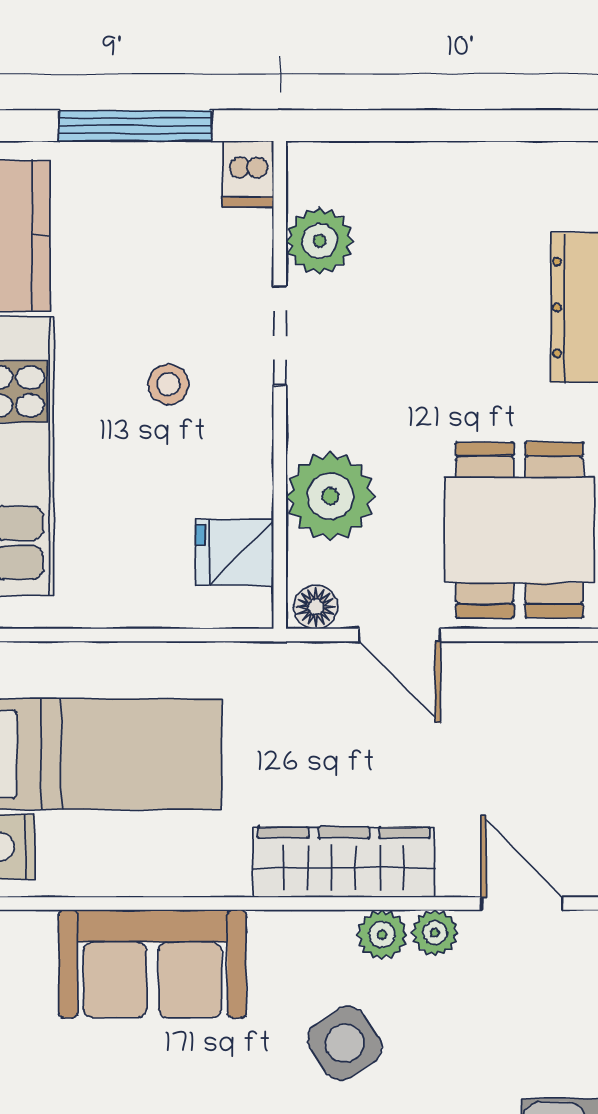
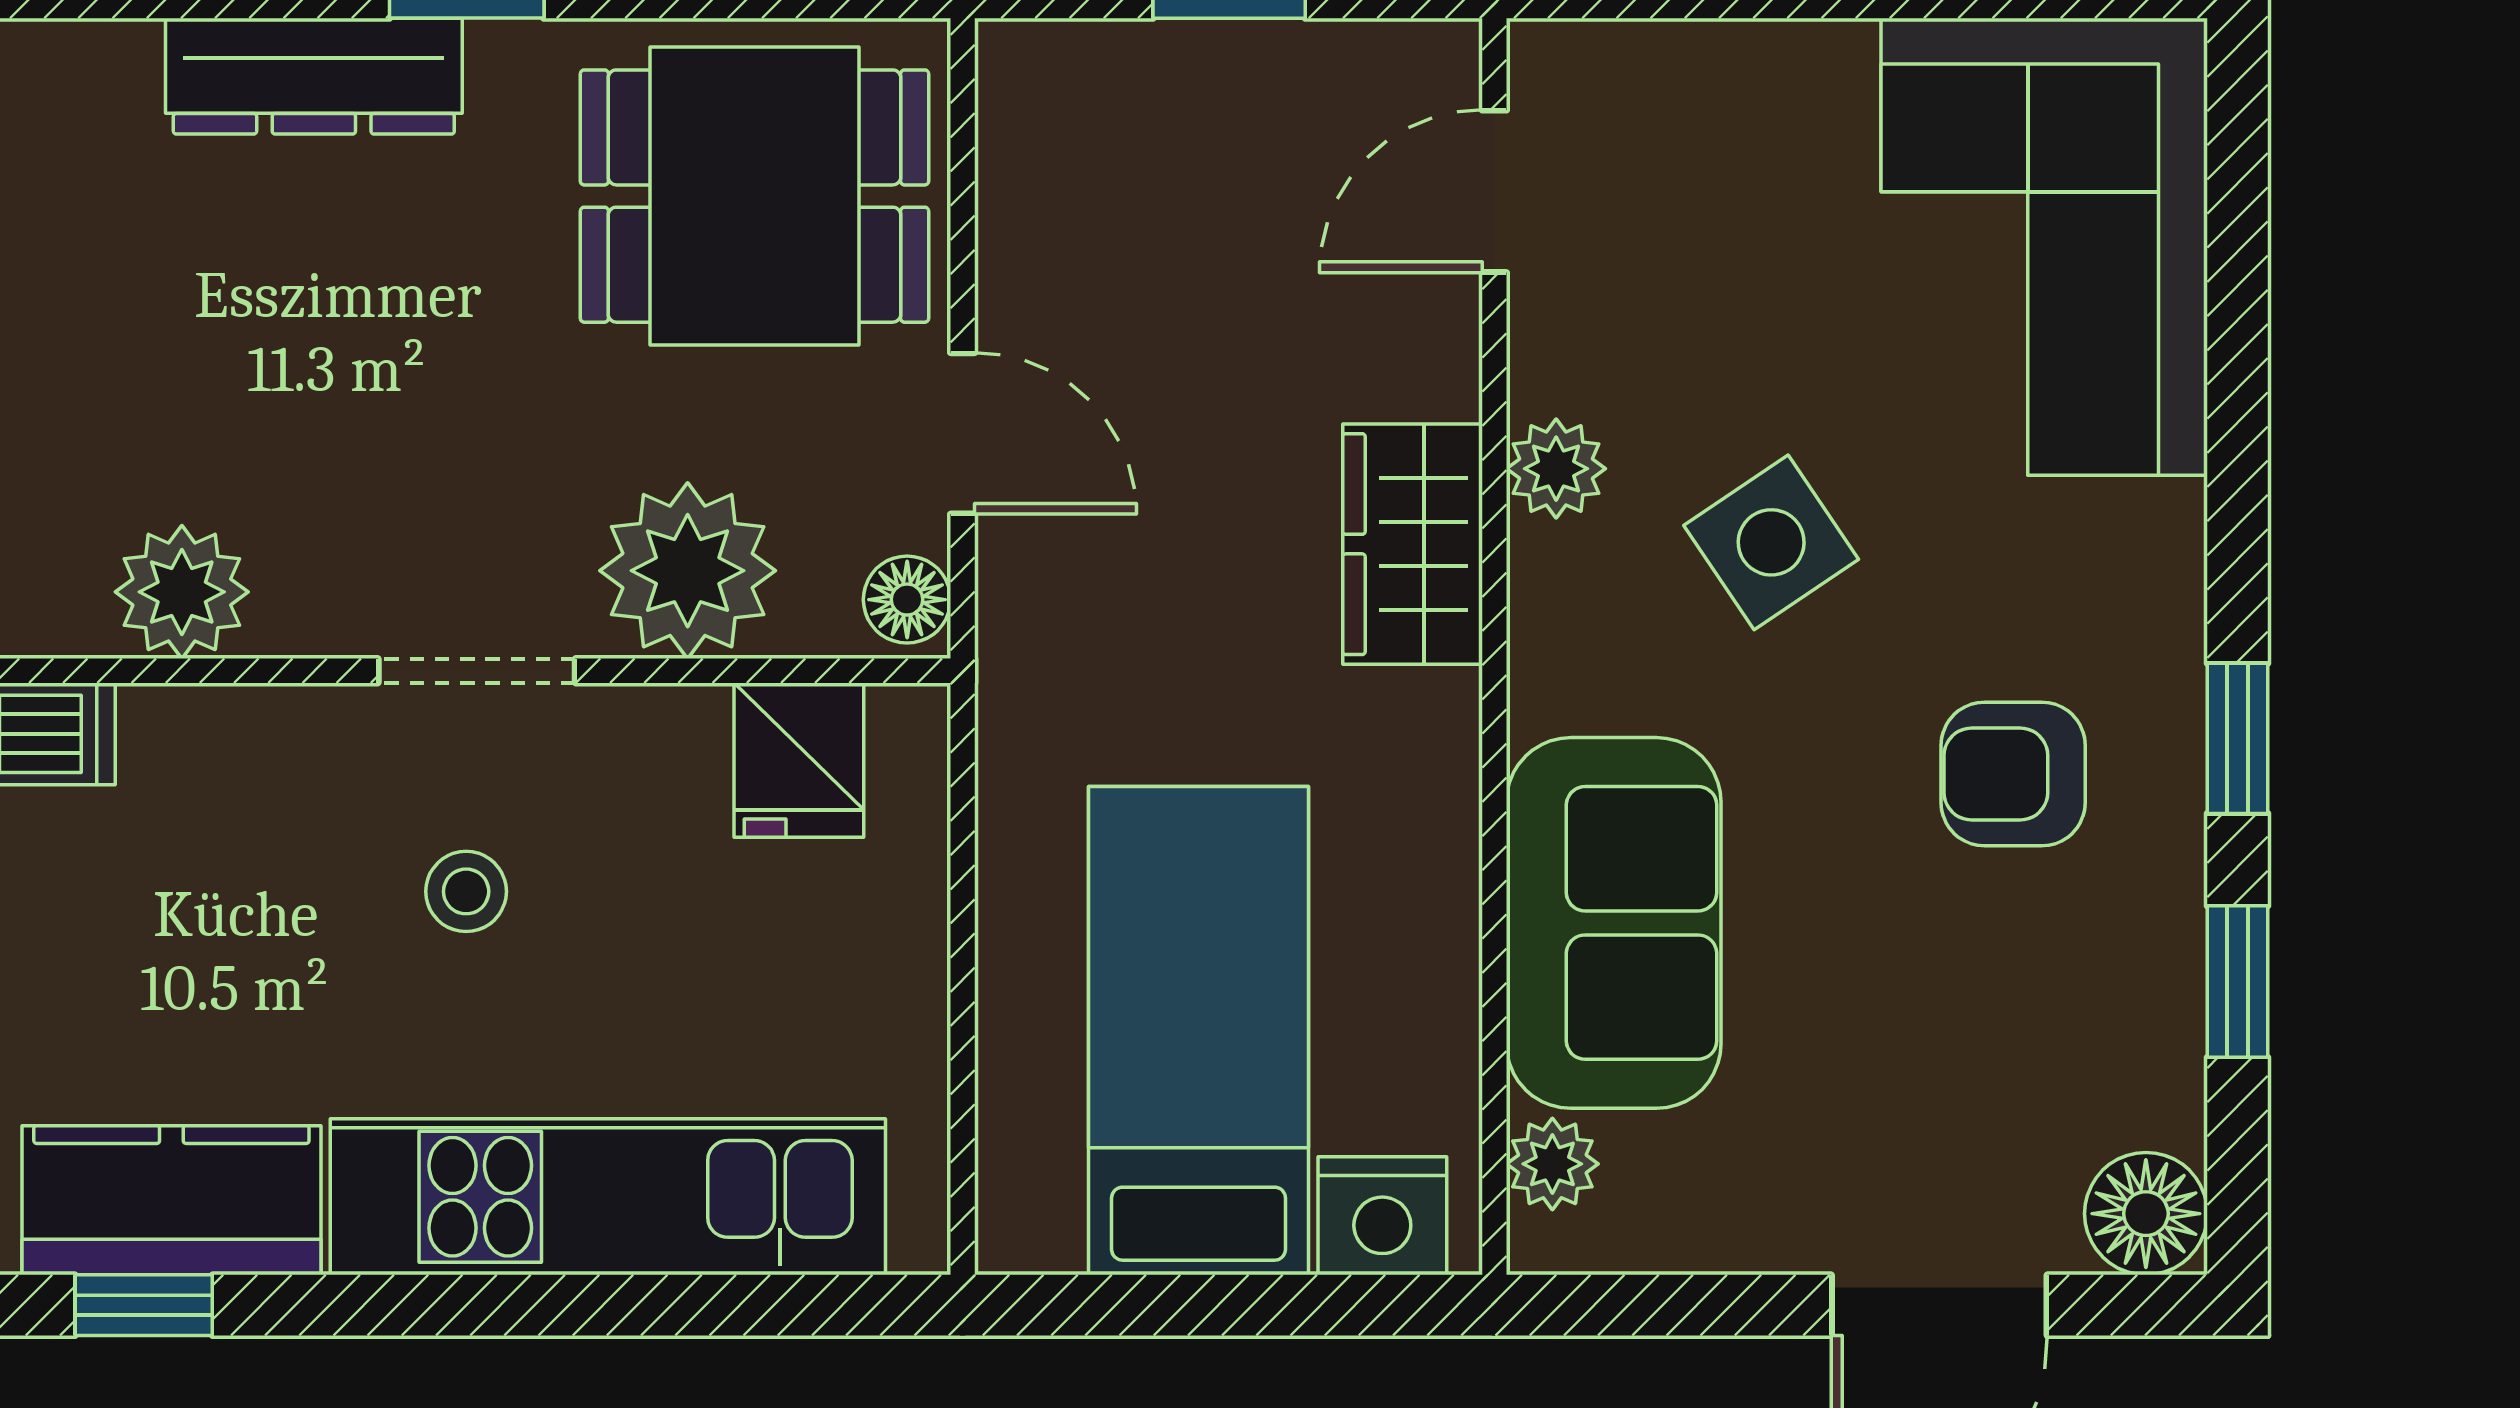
doorway: (280, 336) -> (477, 671), moved
door: (400, 635) -> (963, 433), hinge flipped
wardrobe: (344, 862) -> (1413, 544), width x0.67
plant: (435, 933) -> (1552, 1164), moved

